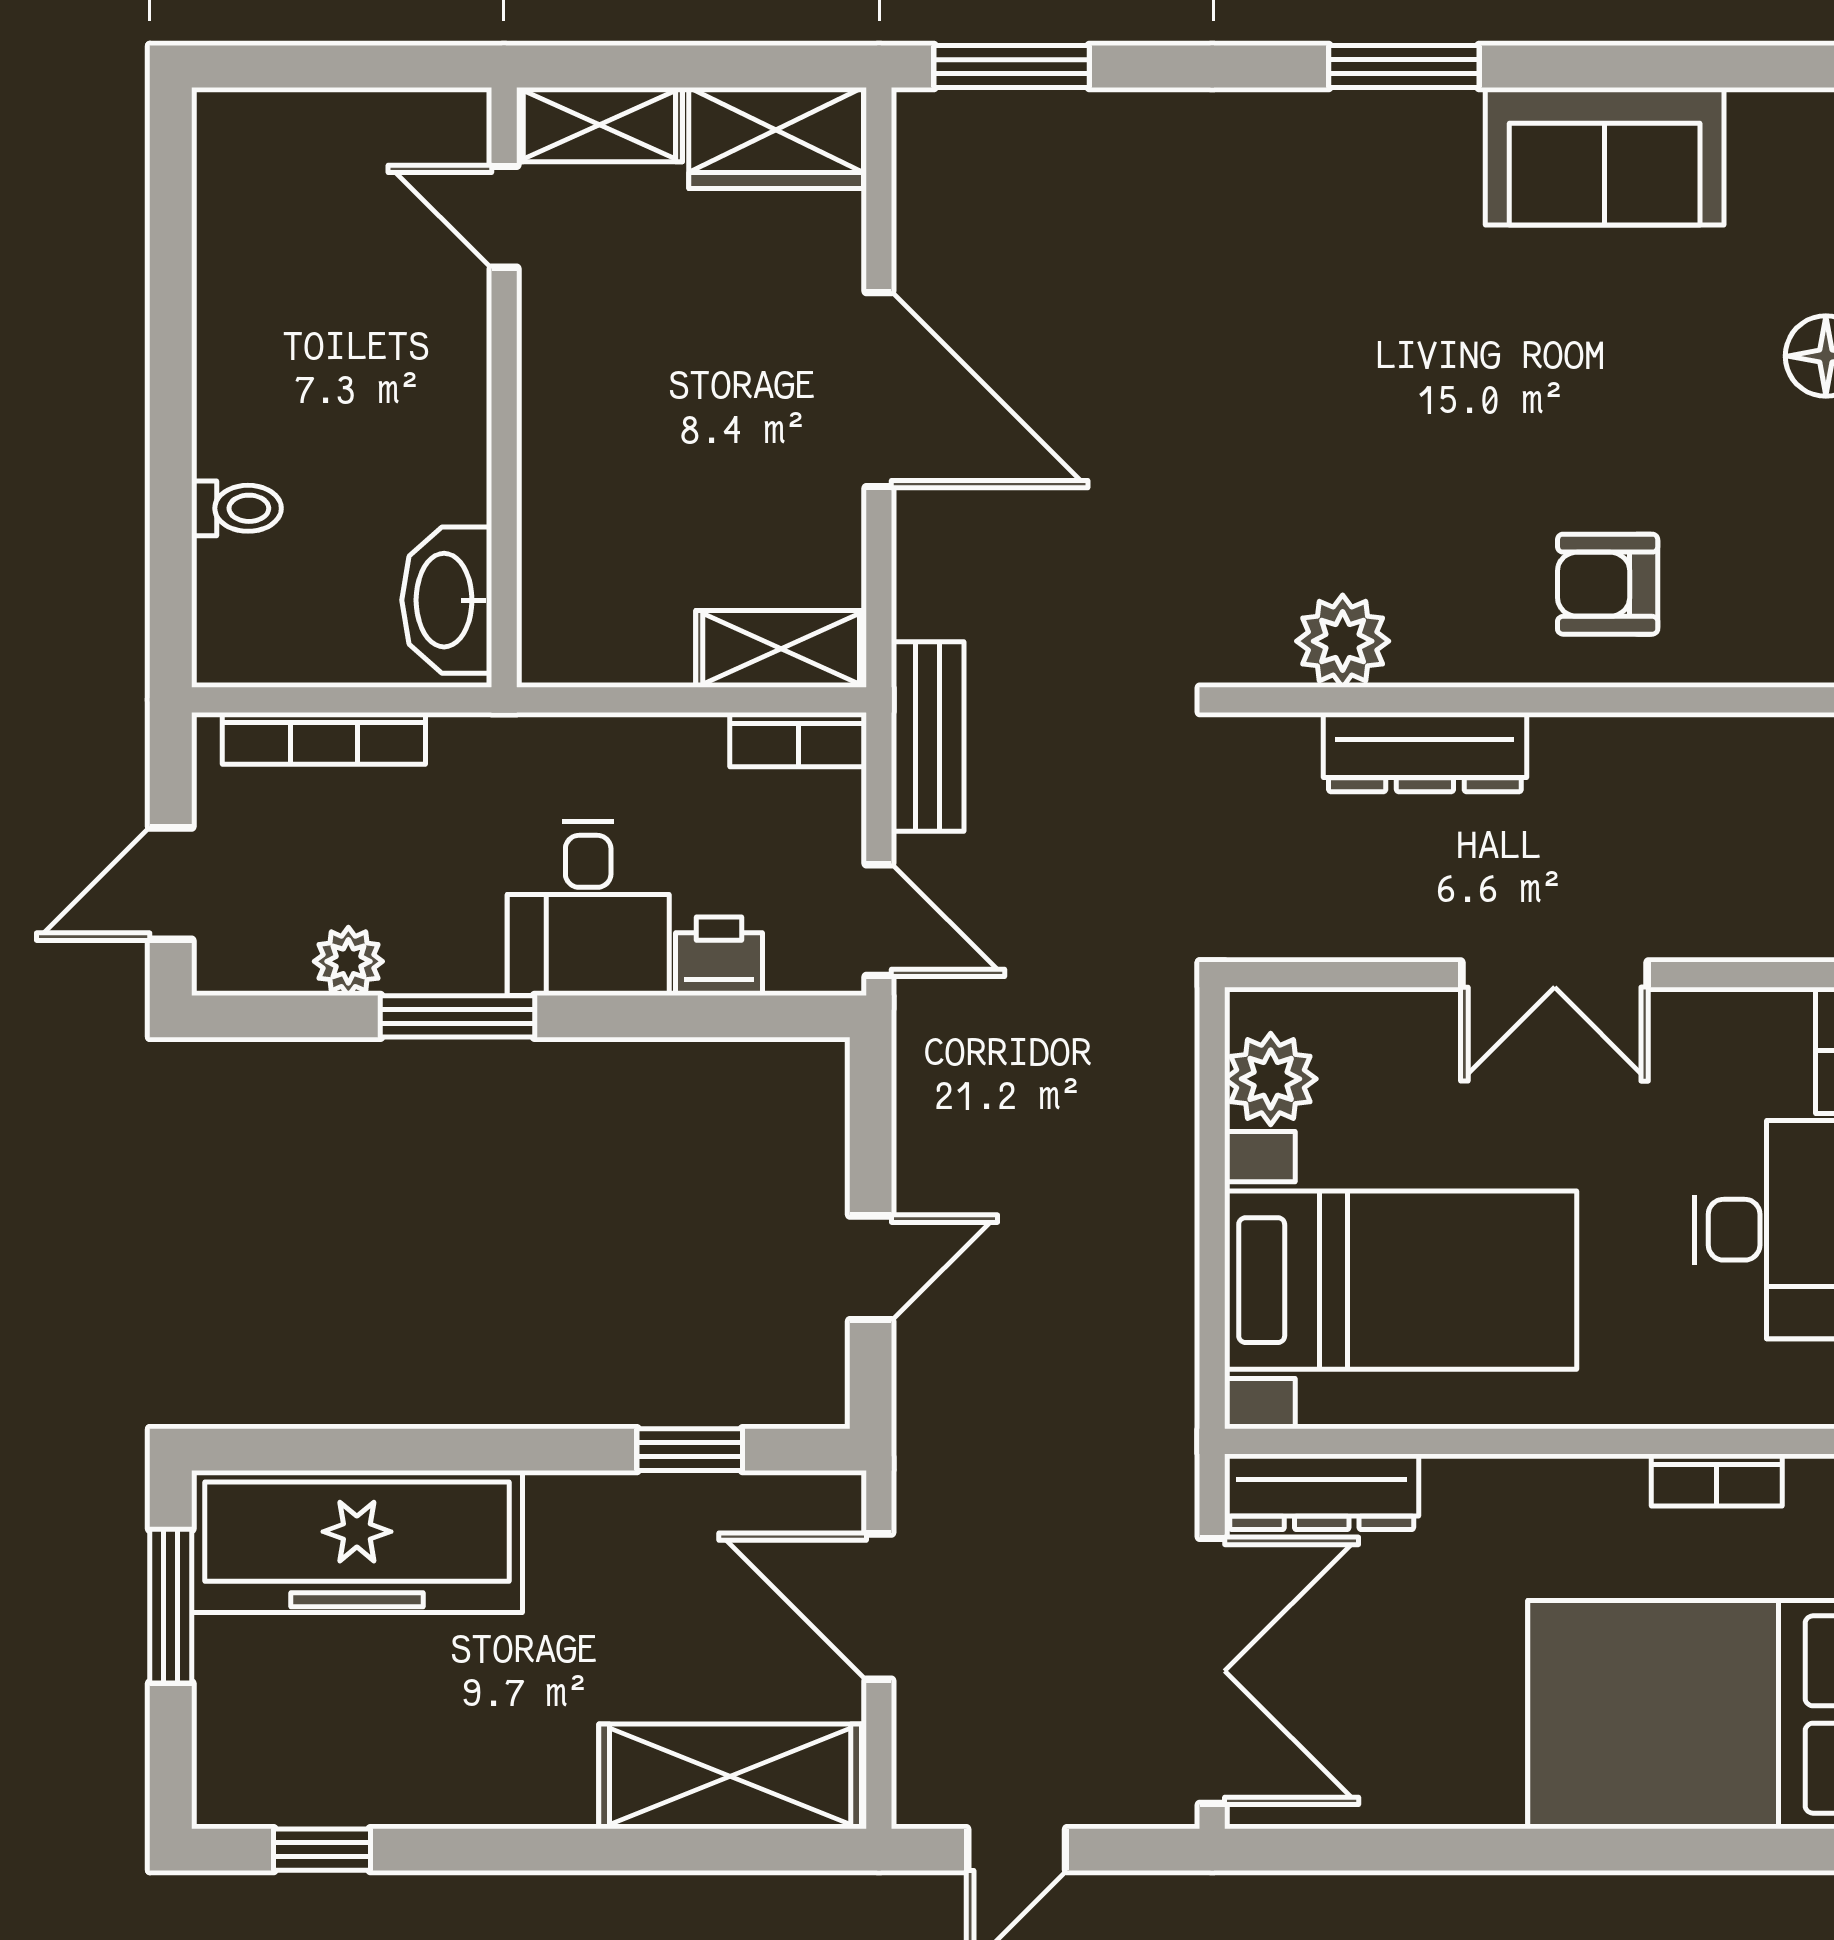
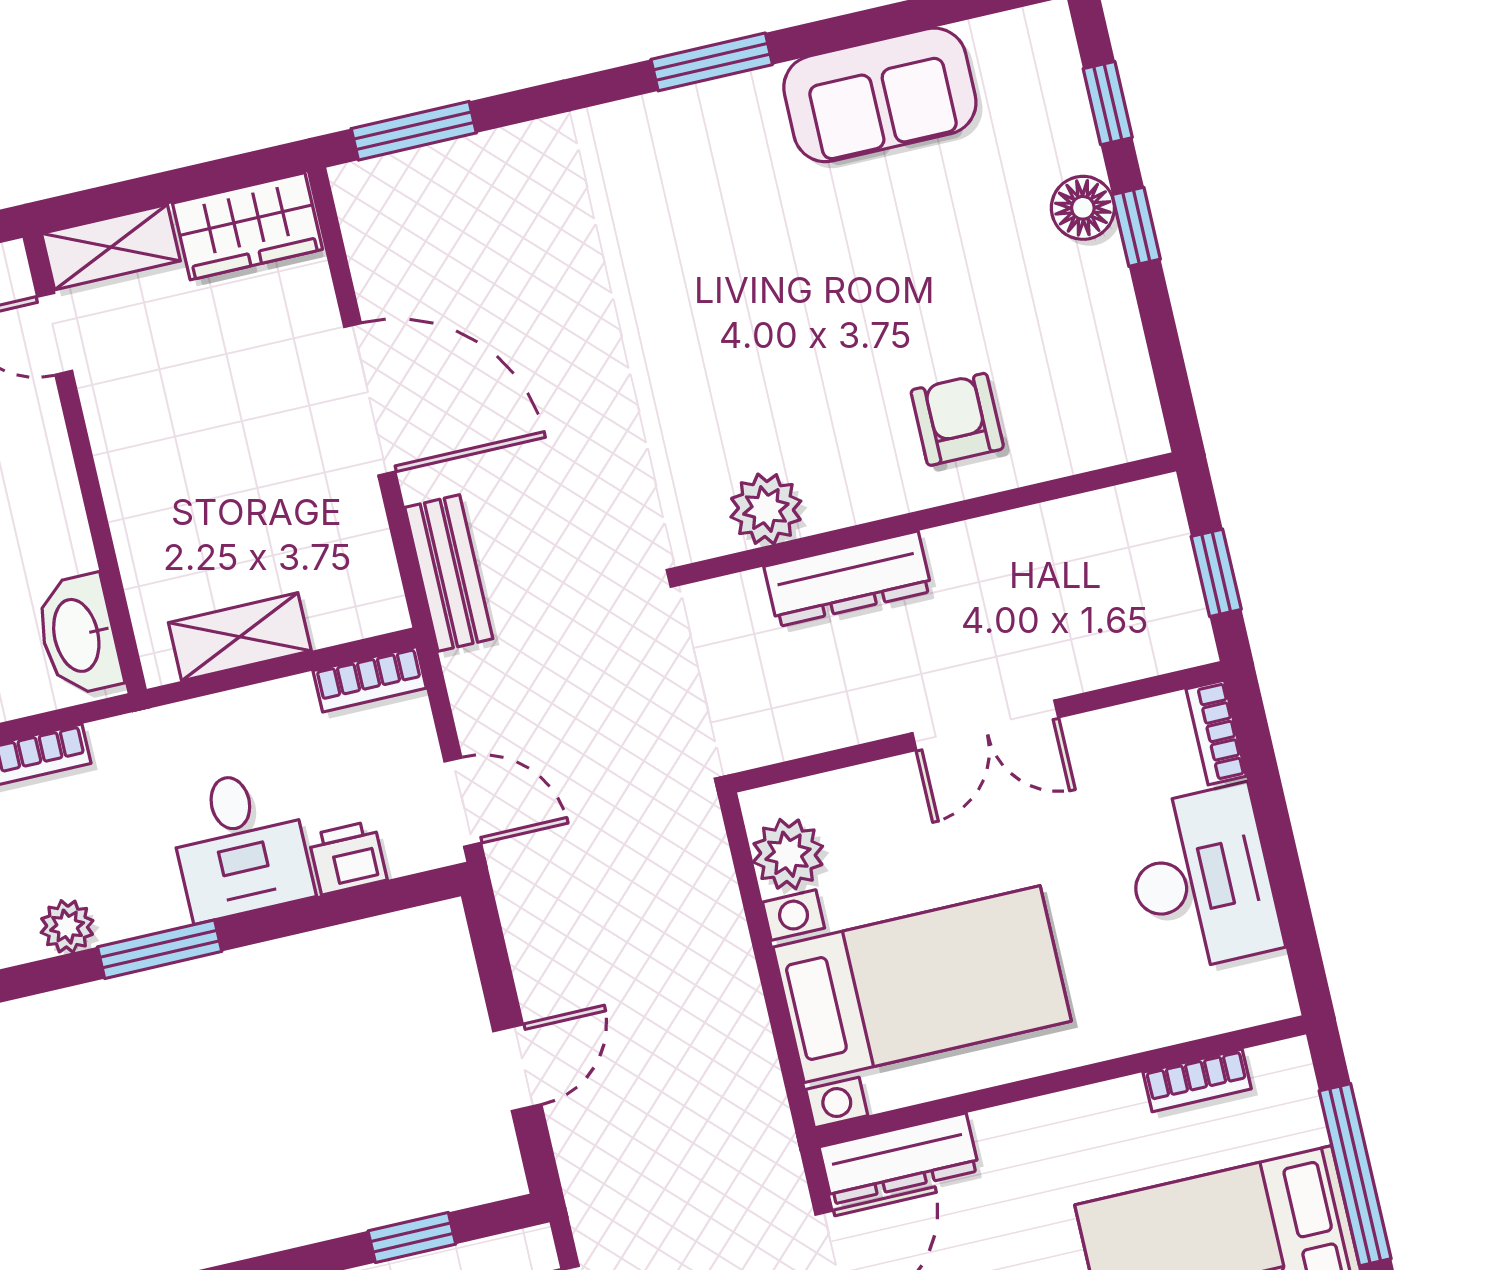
armchair: (1608, 584) -> (957, 419), turned 90
shelving: (781, 649) -> (240, 637), moved
bench: (928, 737) -> (449, 573), moved

